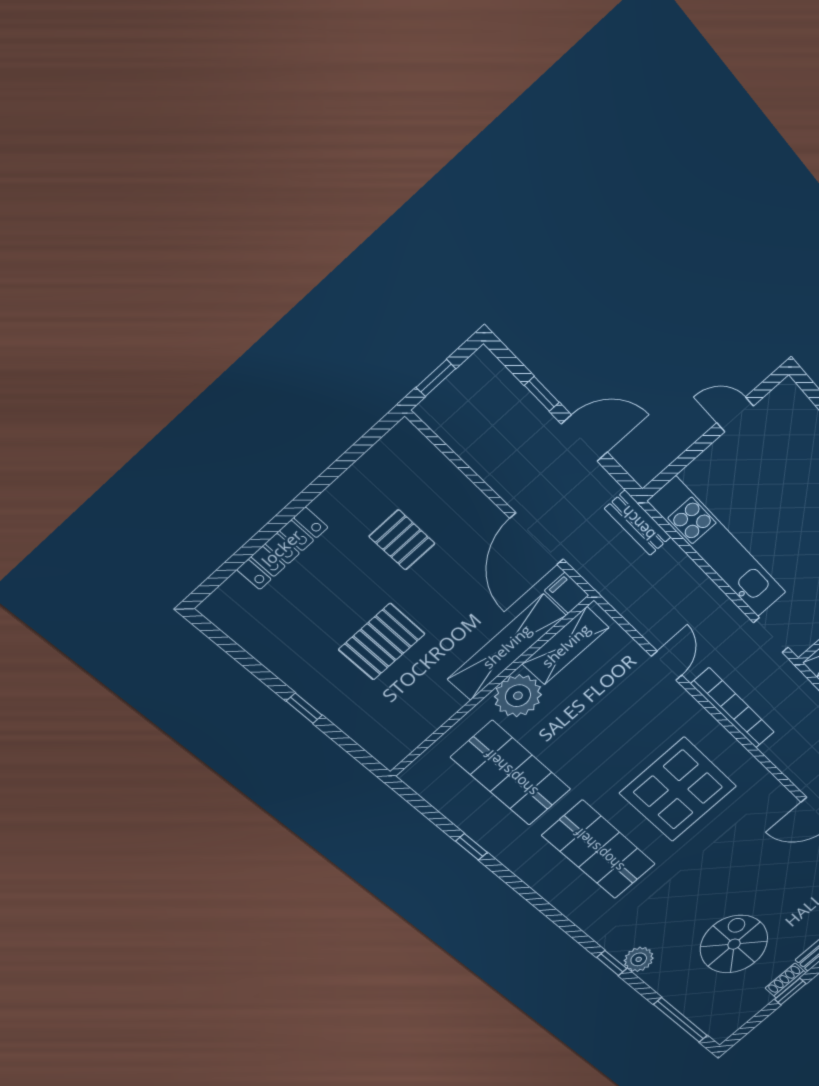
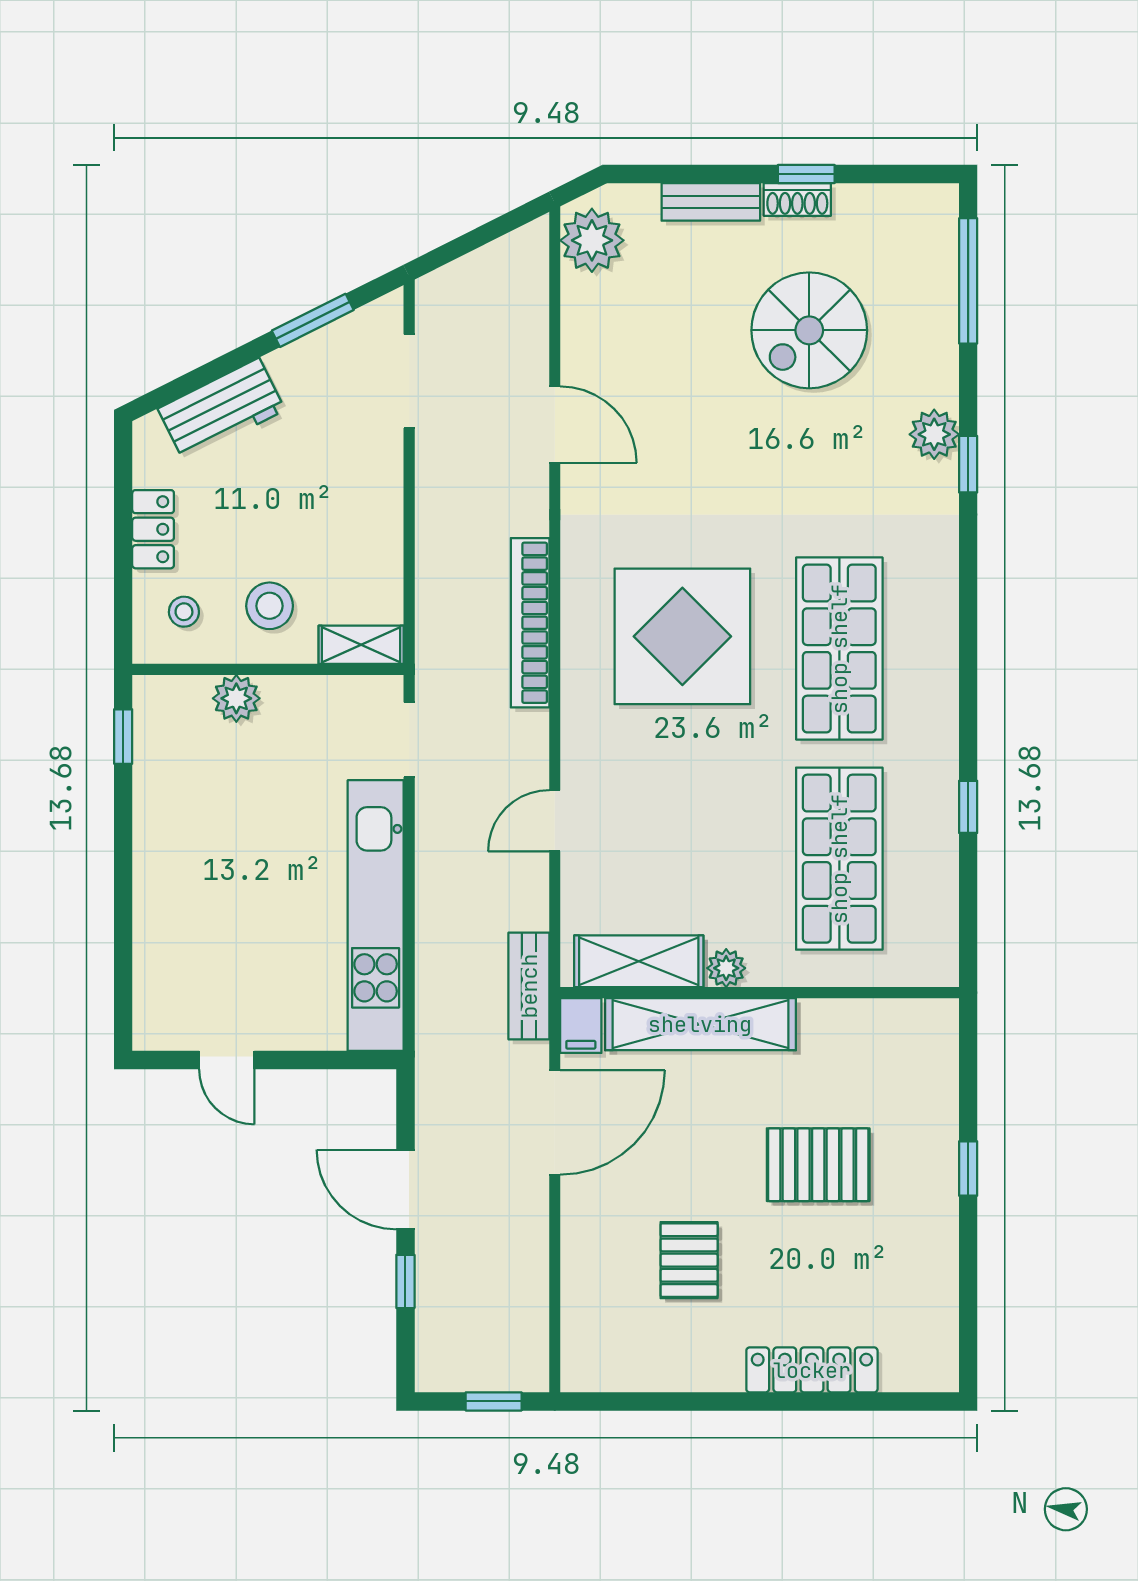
bench: (638, 523) -> (529, 986), moved
plant: (518, 696) -> (726, 968), width x0.53, depth x0.53
bookcase: (733, 708) -> (530, 623), moved

